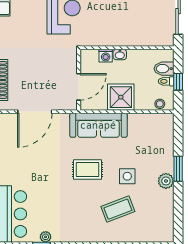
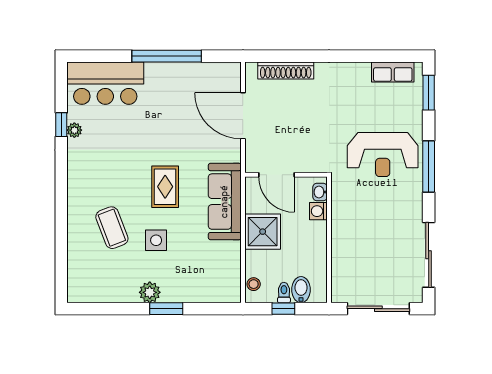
washbasin: (120, 55) -> (320, 192), moved

